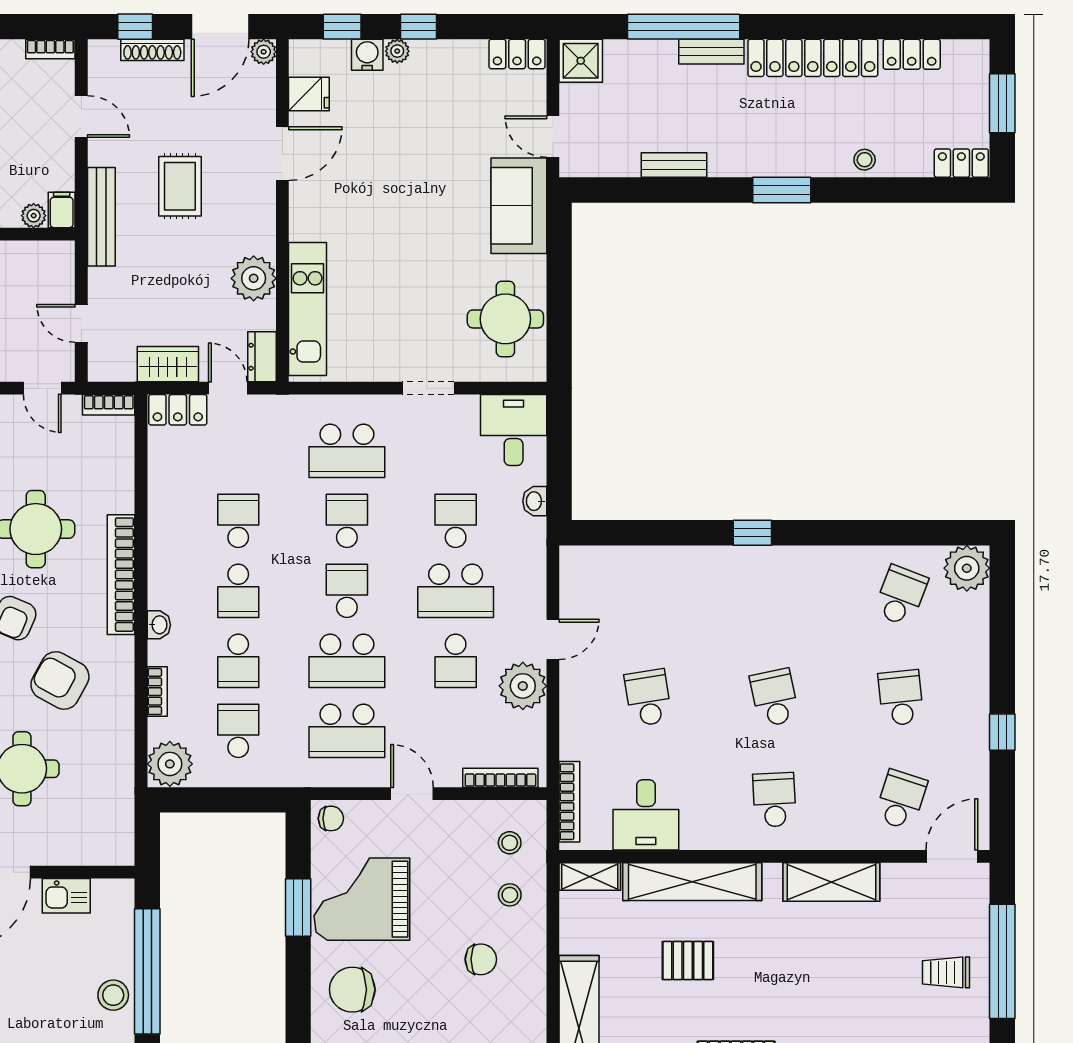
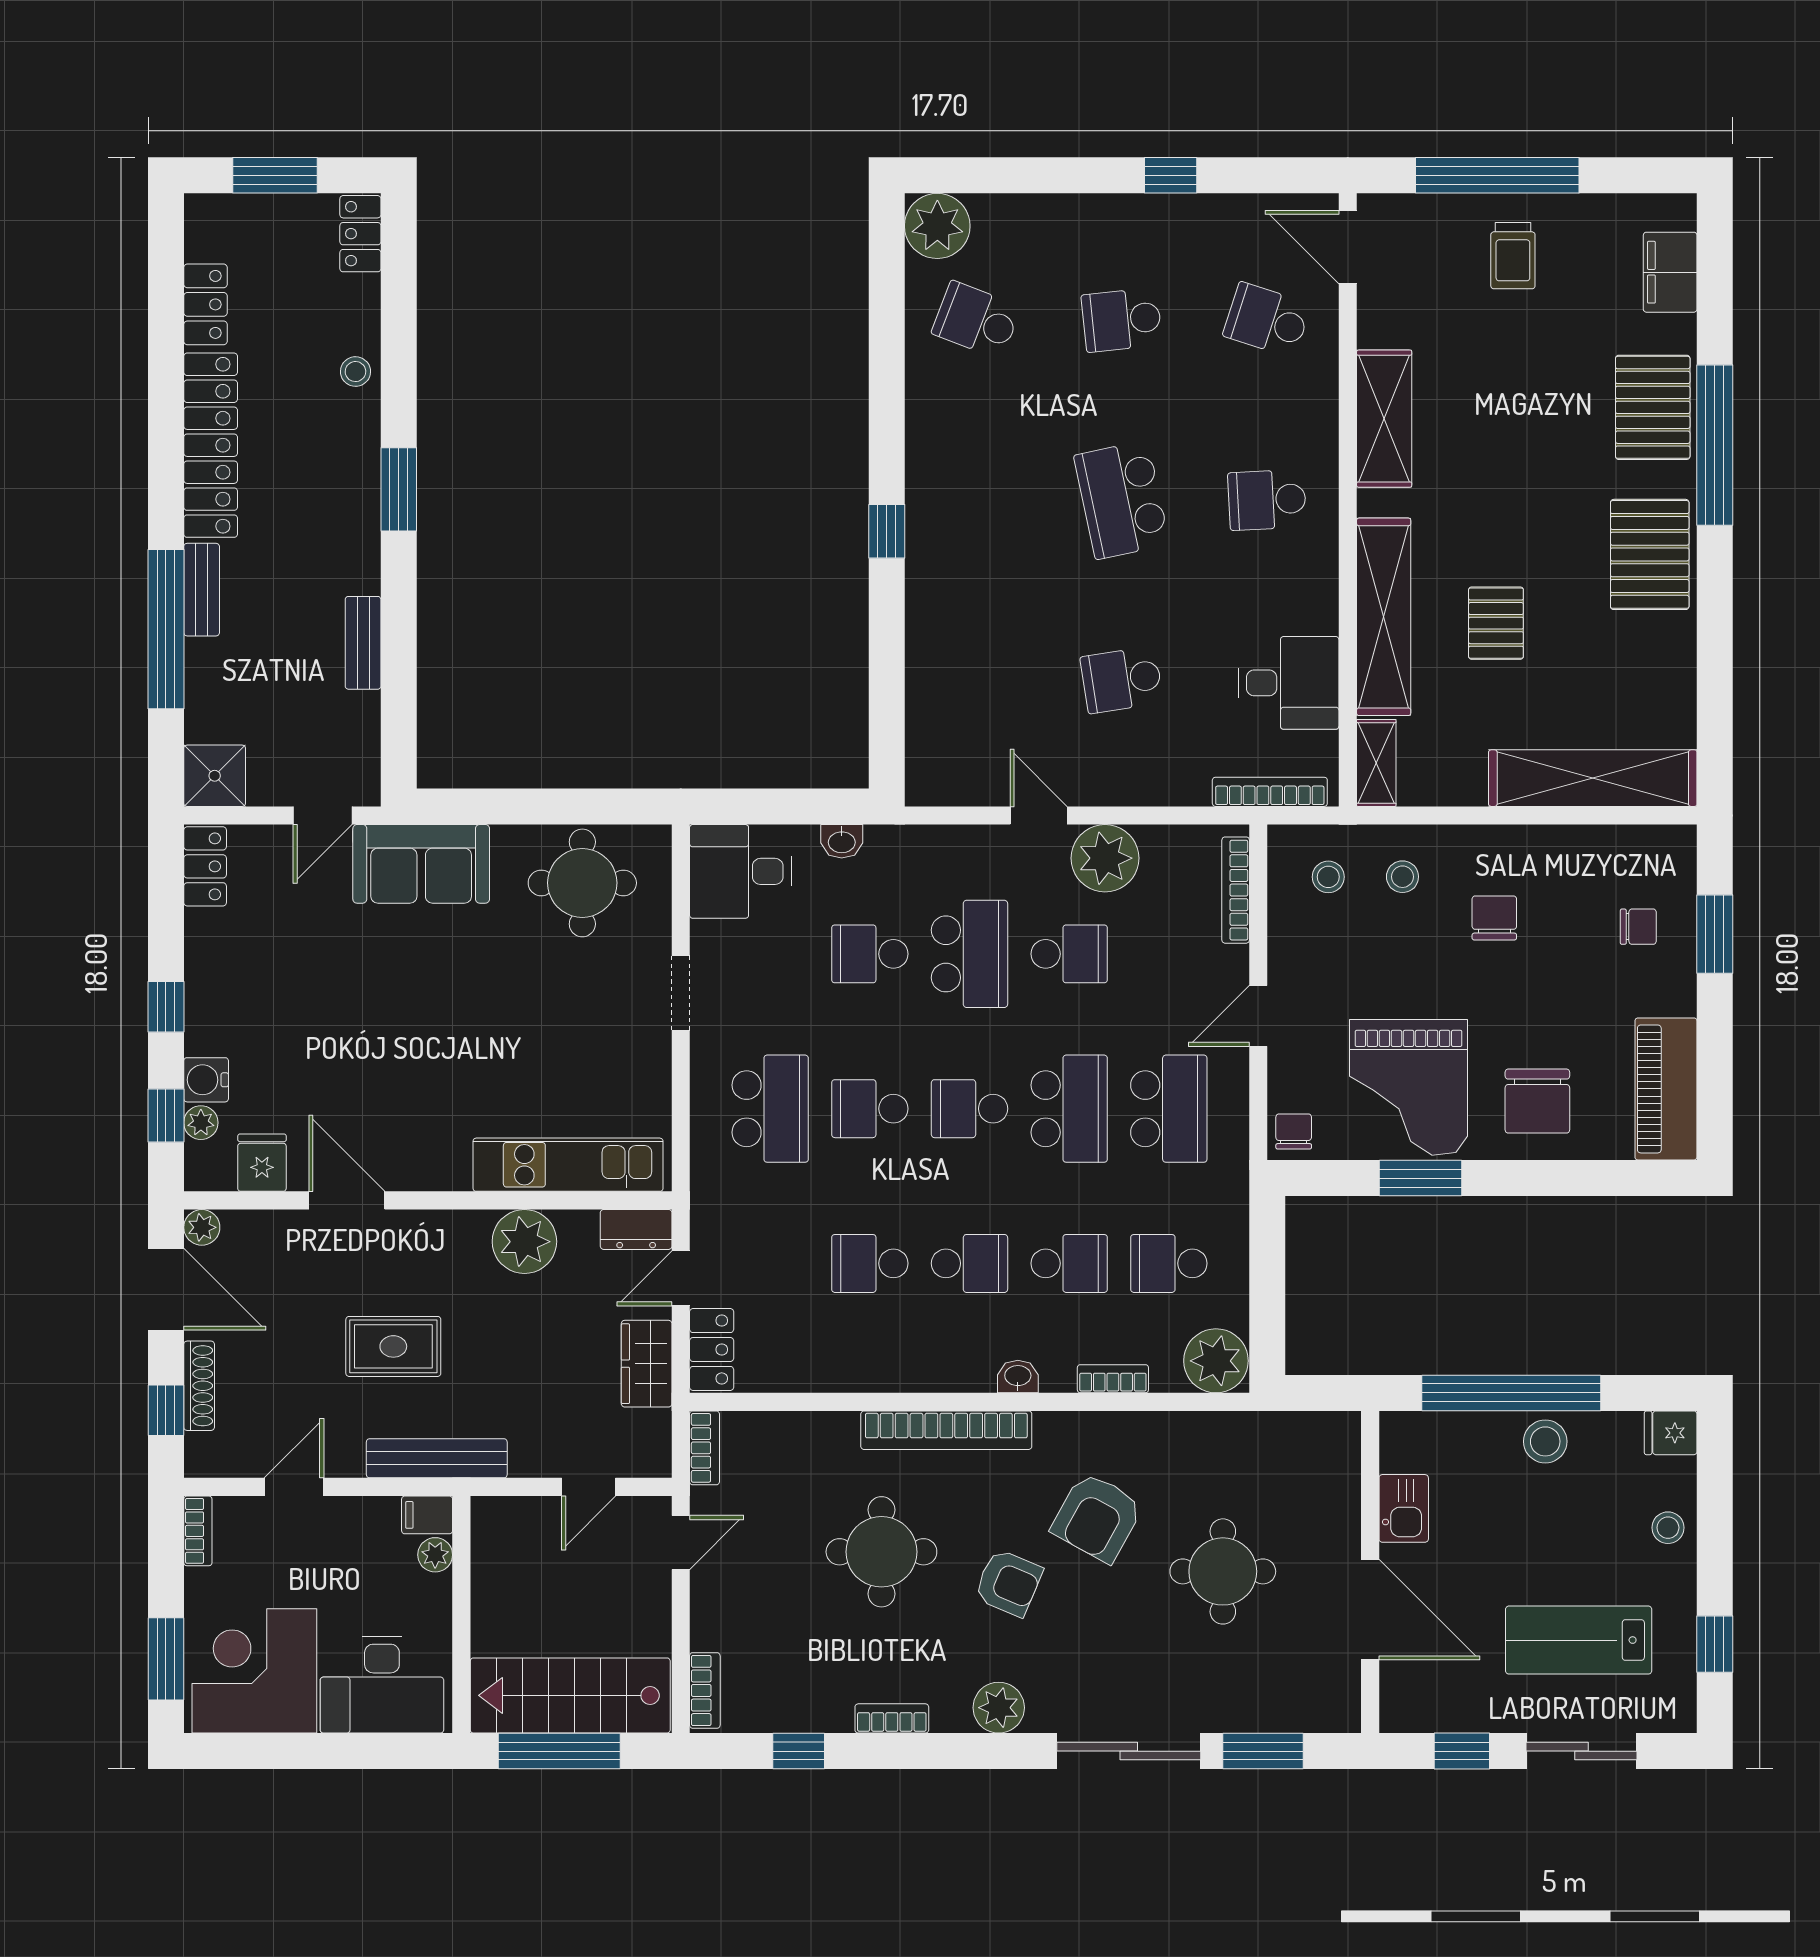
plant: (397, 51) -> (201, 1123), moved
school desk: (774, 698) -> (1122, 500), width x1.85

